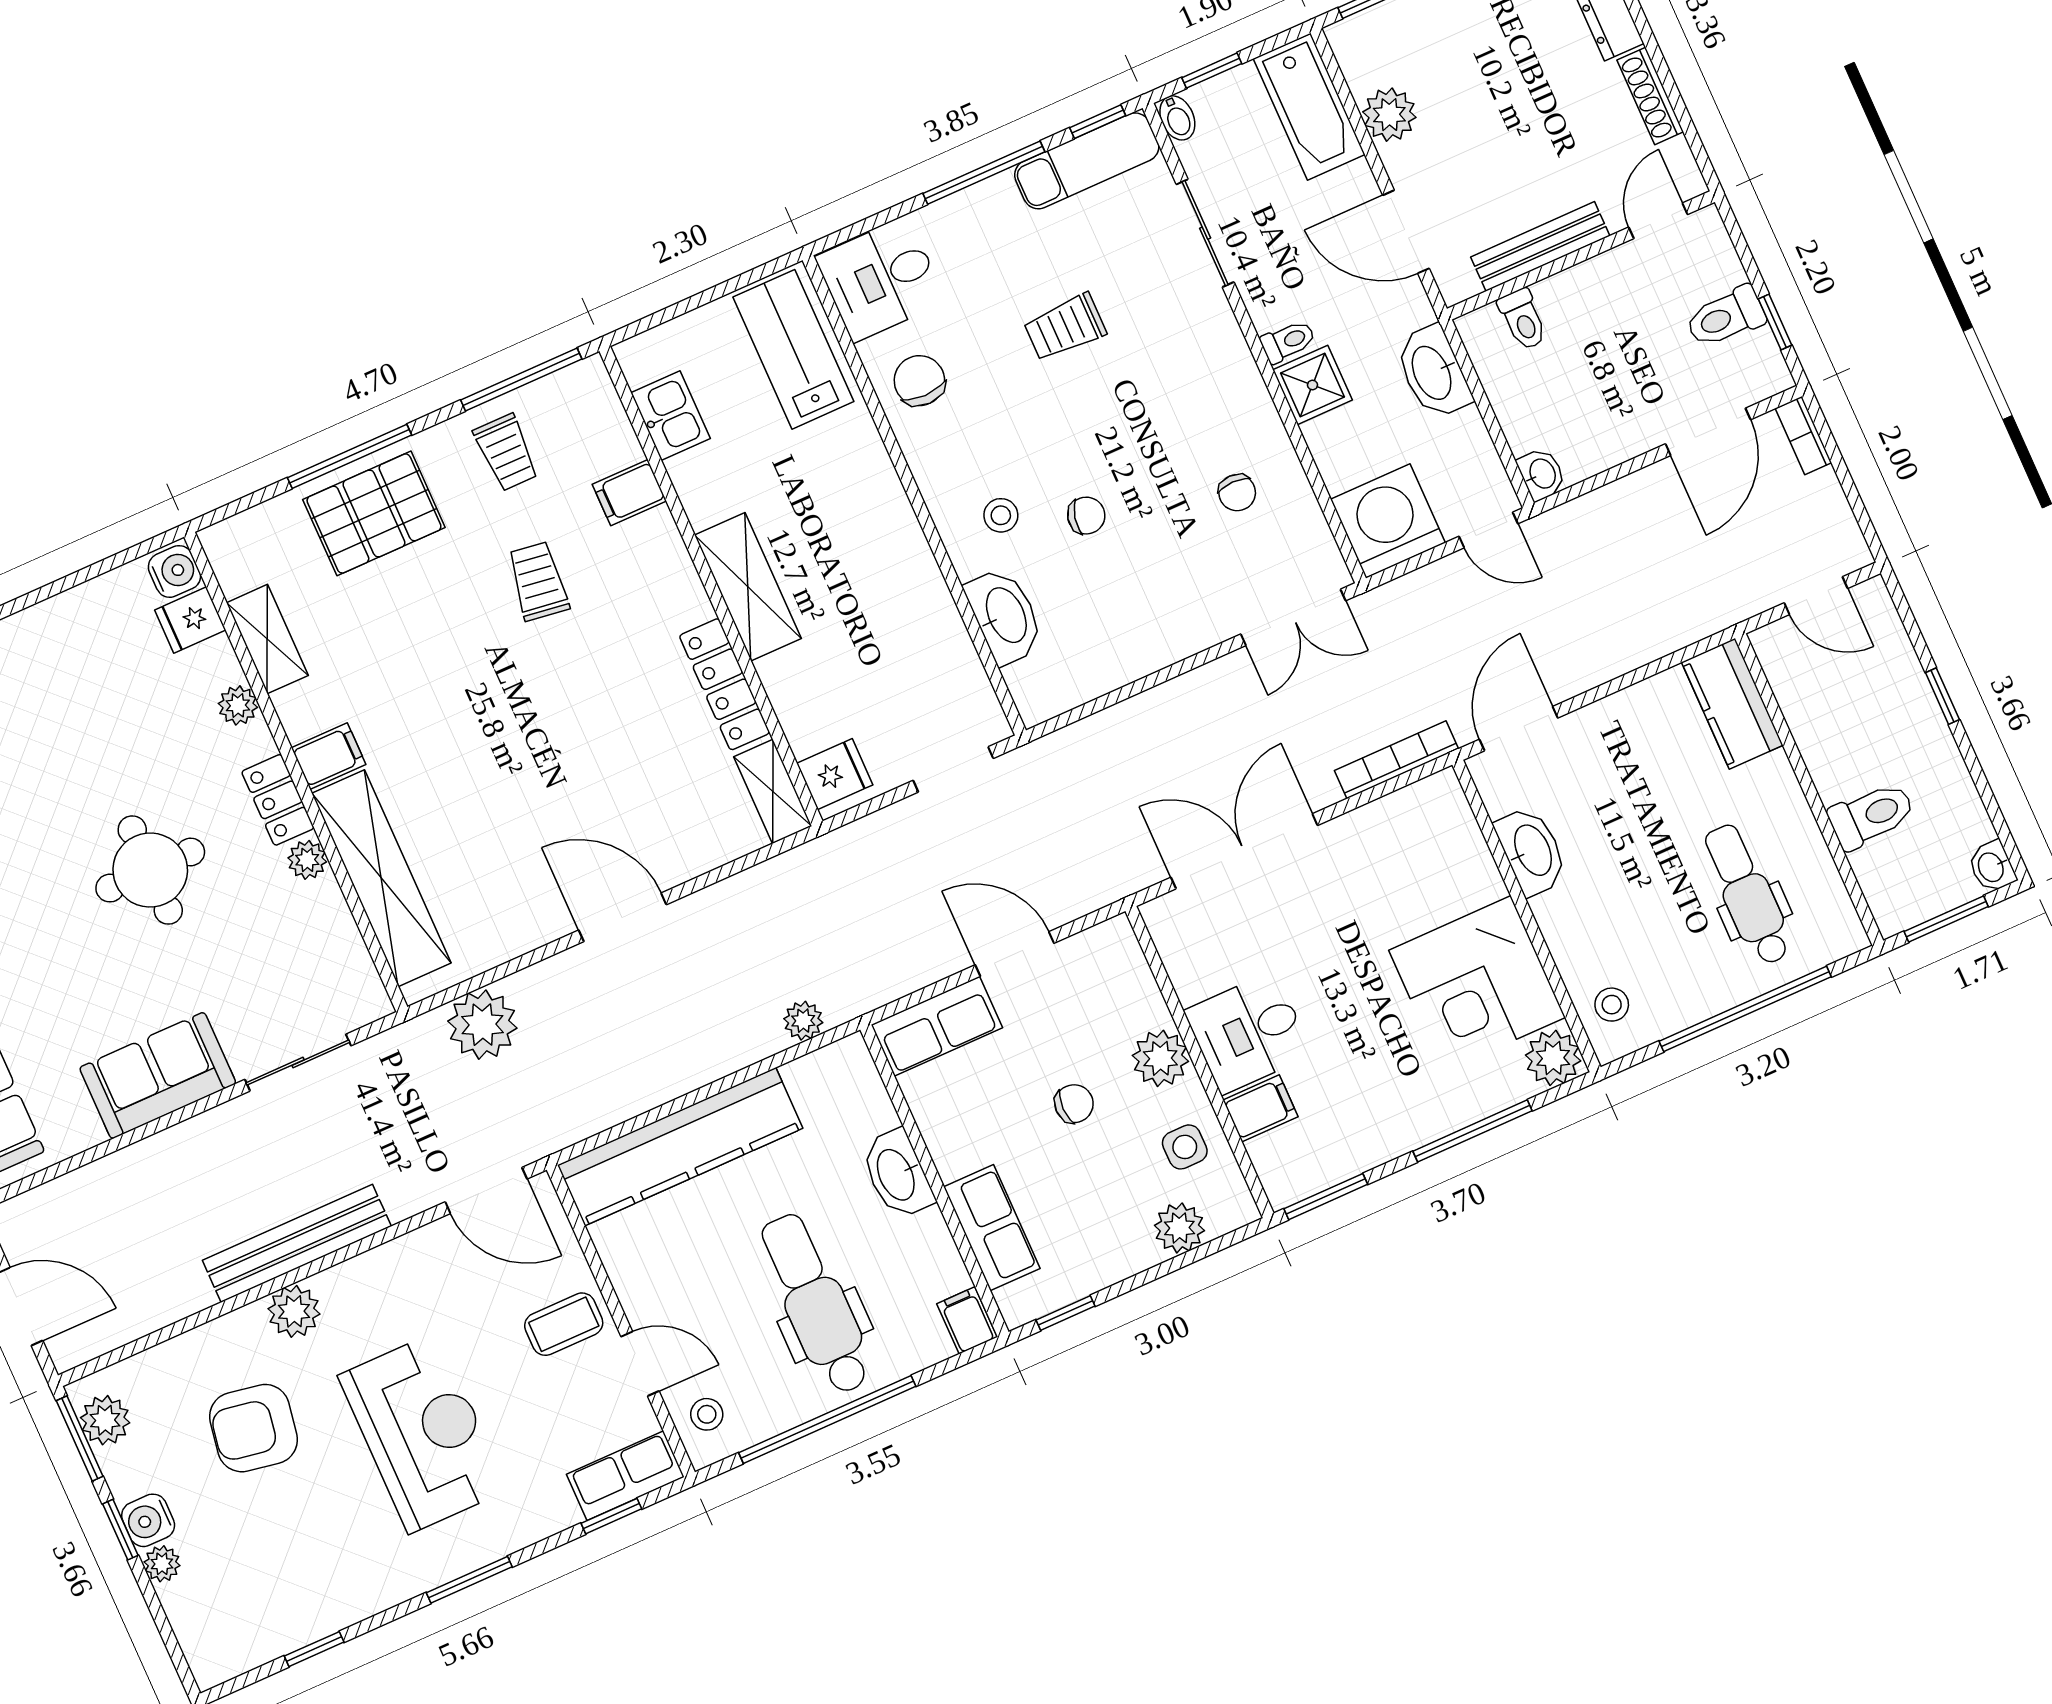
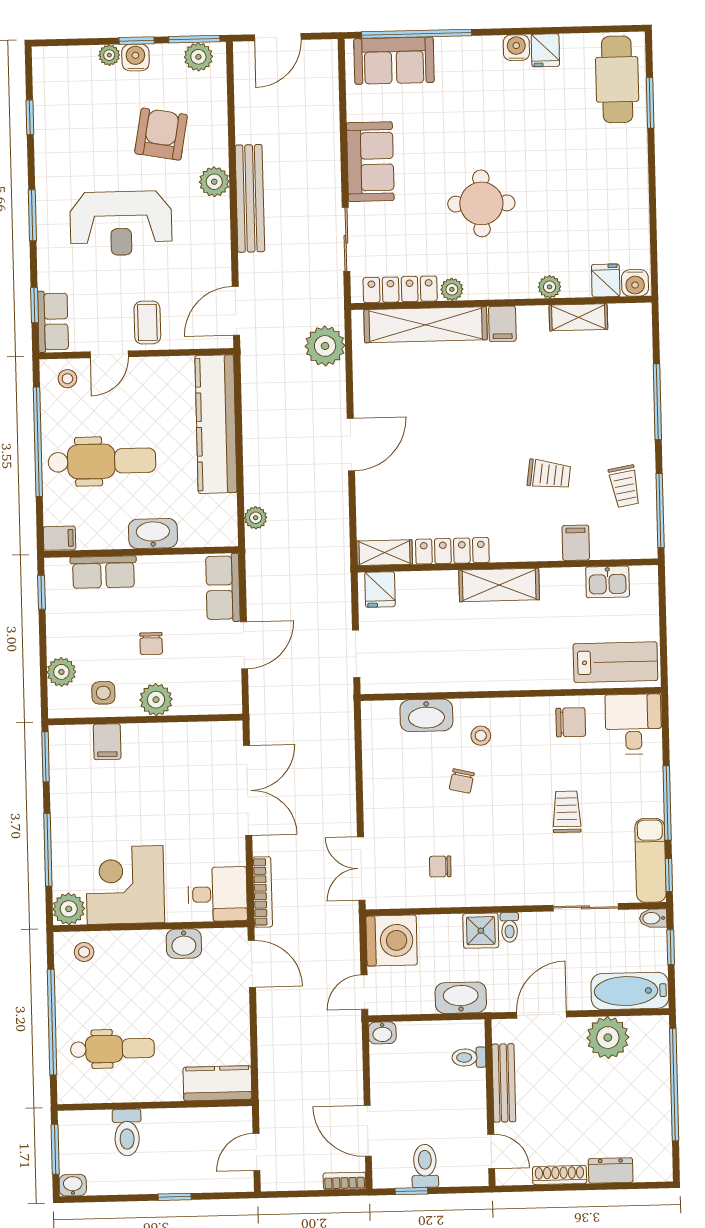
plant: (1389, 115) -> (608, 1038), width x1.36, depth x1.36
trolley: (506, 452) -> (625, 486), turned -100
pallet: (374, 513) -> (621, 402), removed
locker: (278, 800) -> (400, 289), moved, width x1.53
washbasin: (1532, 851) -> (184, 944), width x0.72
desk: (1248, 1033) -> (217, 894), moved, turned 90

